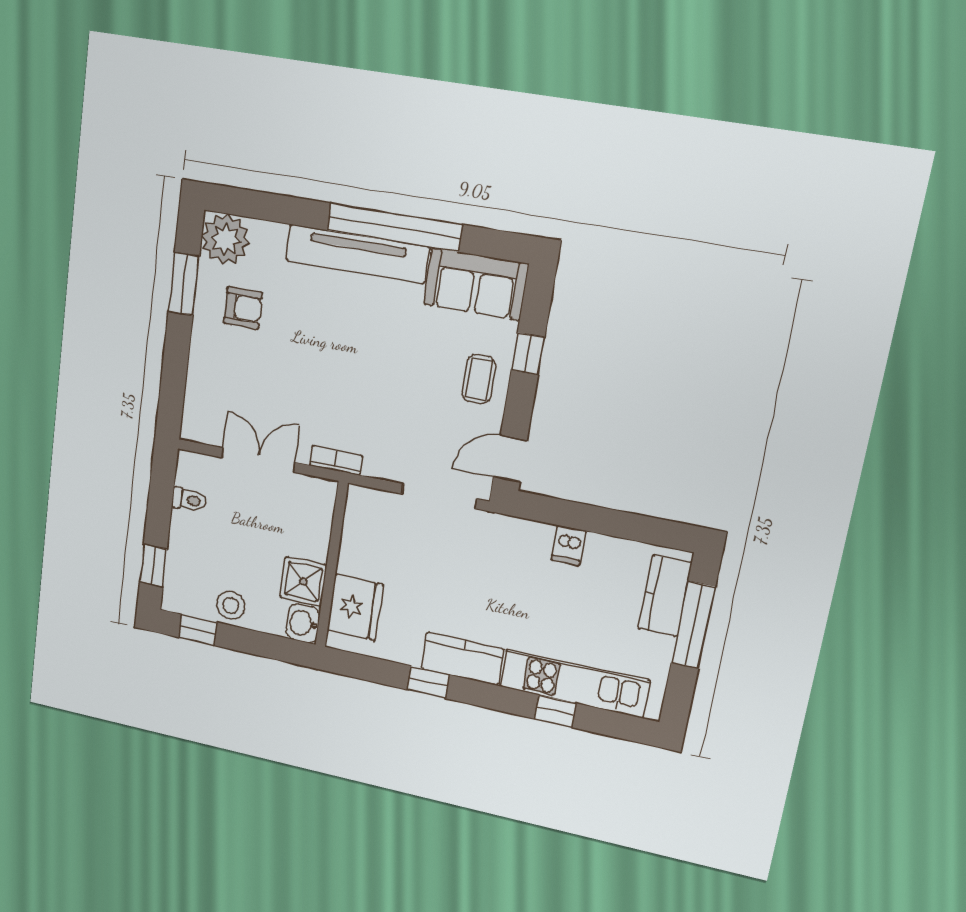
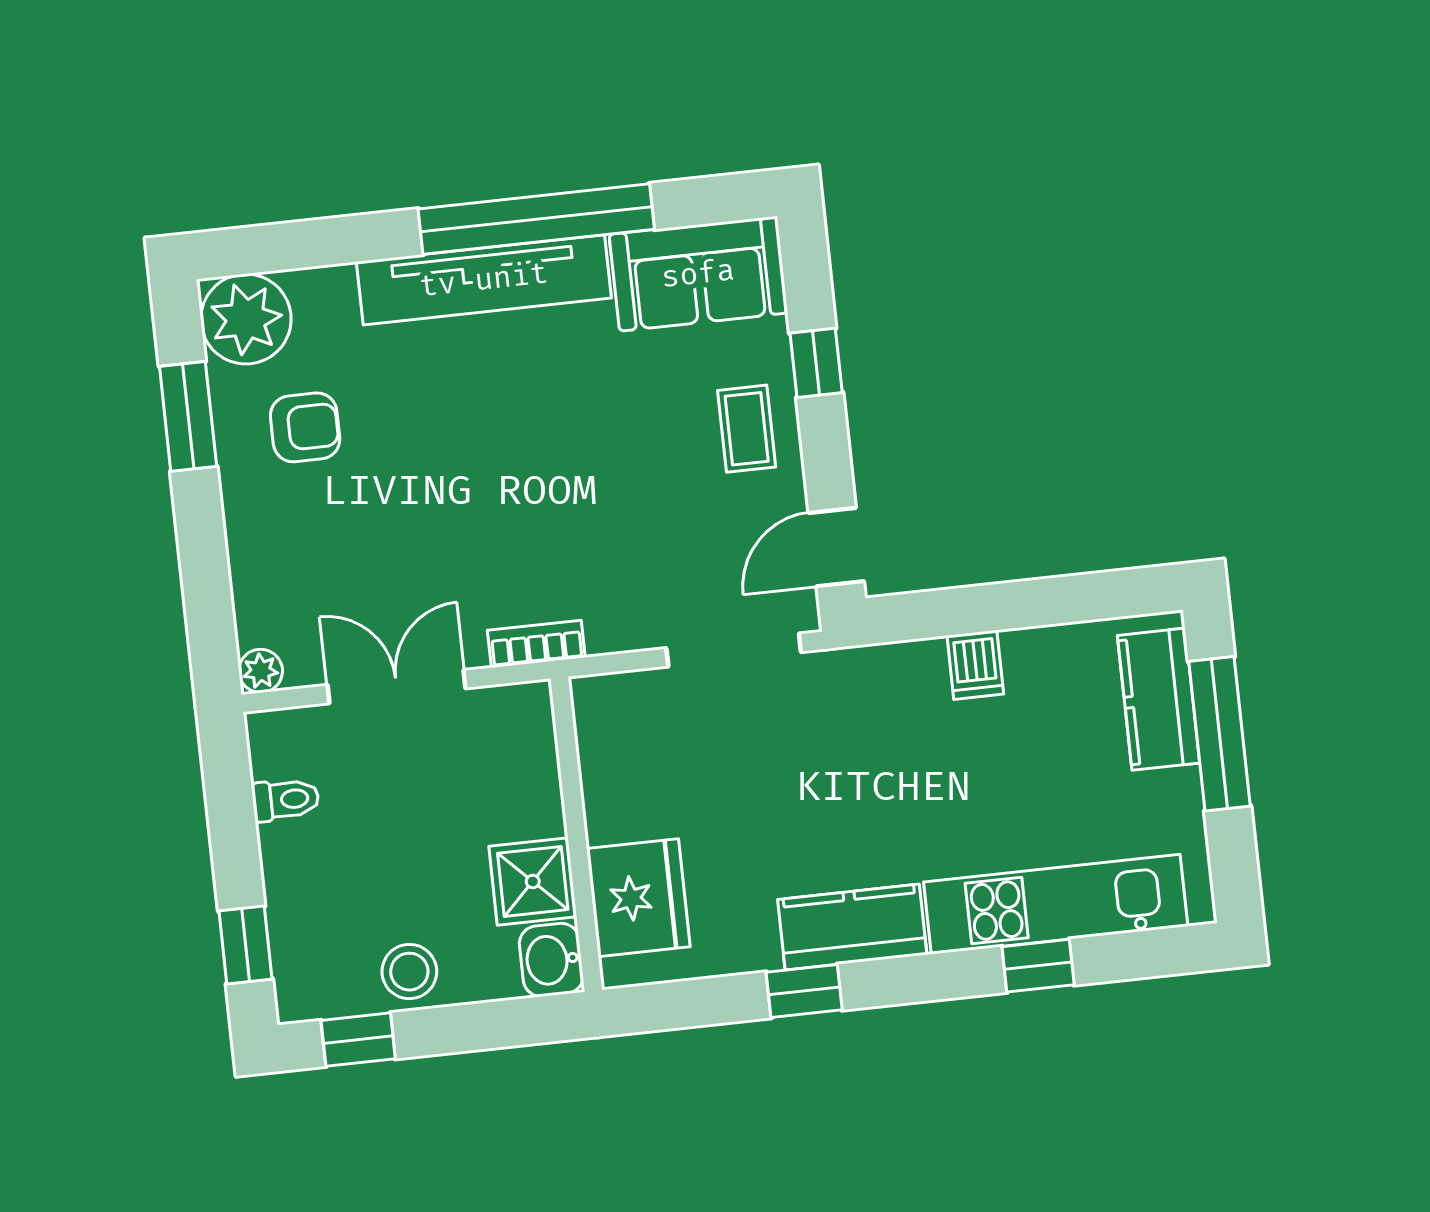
plant: (191, 430) -> (261, 671), added

